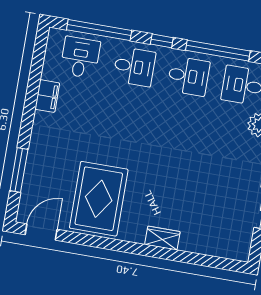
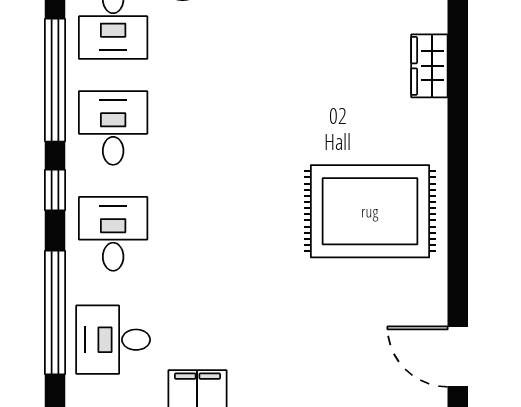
rug: (99, 199) -> (370, 211), moved
wardrobe: (162, 238) -> (429, 66), moved

